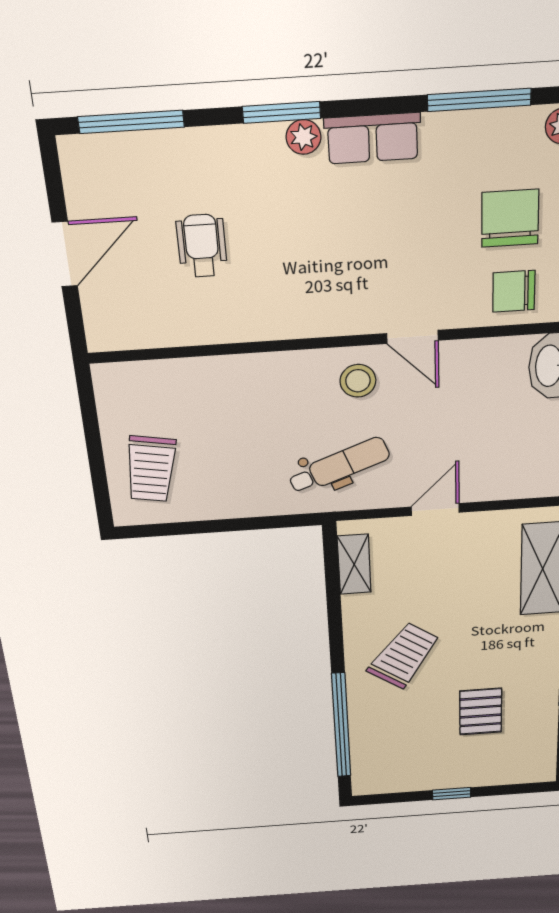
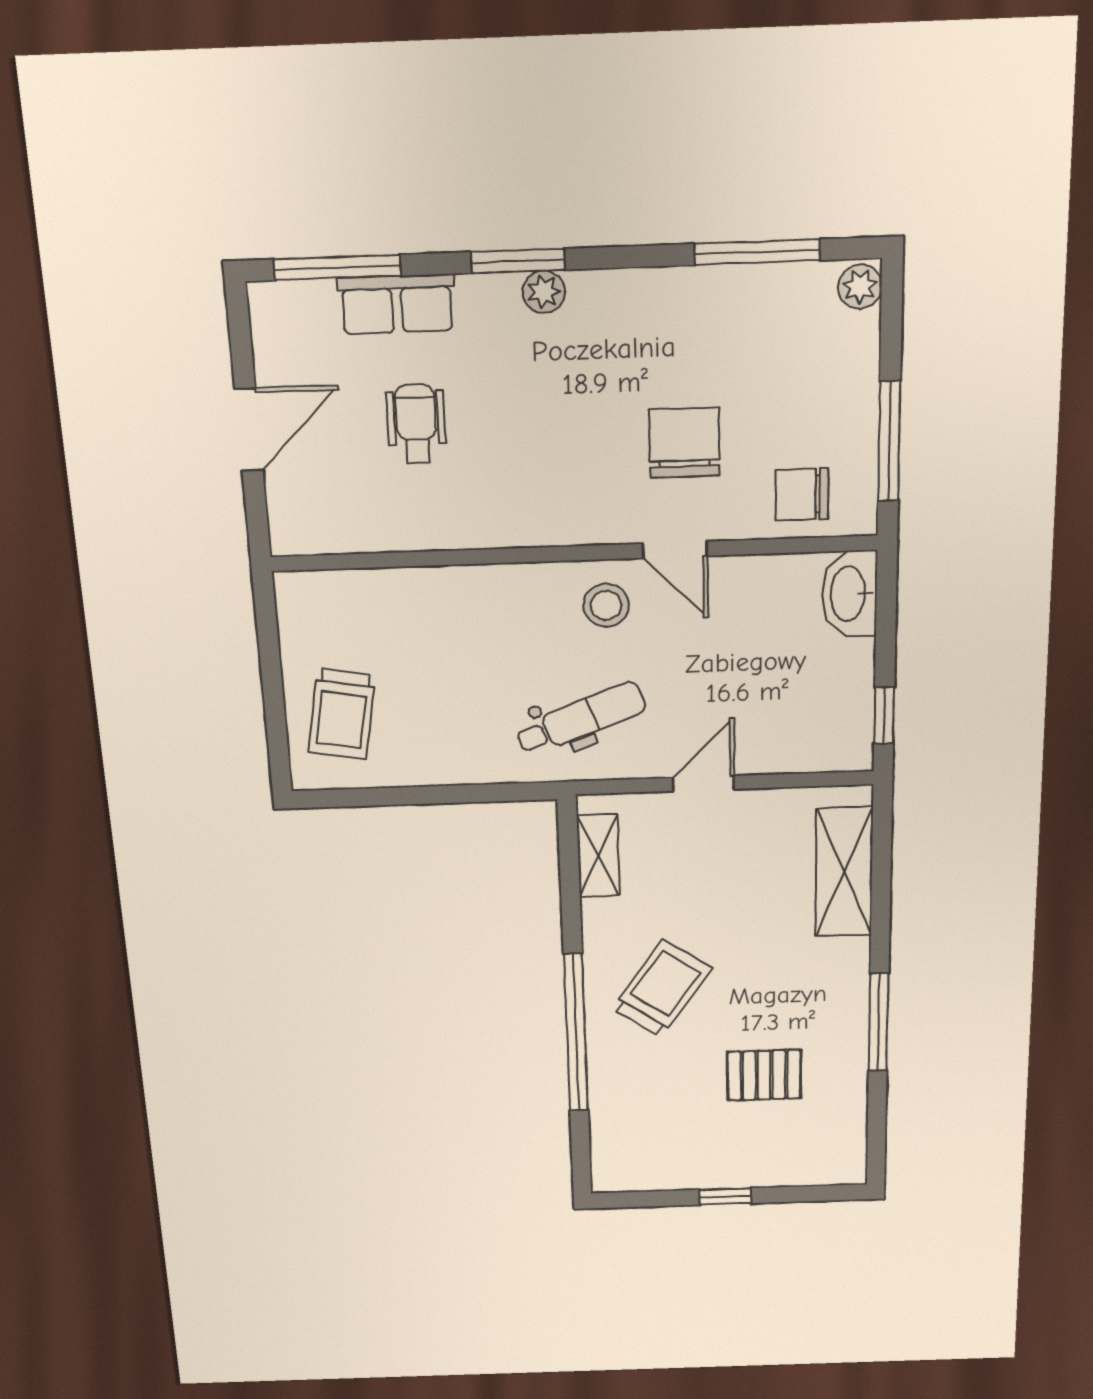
row of seats: (373, 138) -> (397, 304), moved
chair: (510, 218) -> (684, 443), moved
pallet: (481, 712) -> (764, 1075), turned 90
window: (341, 725) -> (576, 1033), moved

